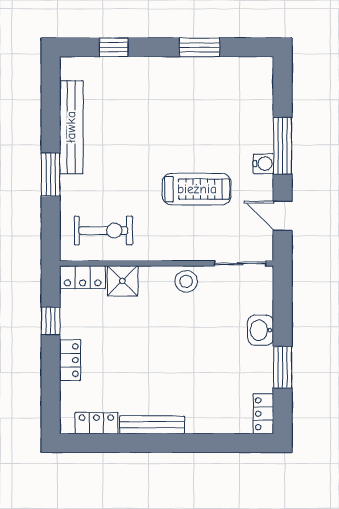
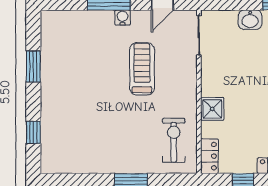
bench: (71, 127) -> (94, 165), removed
shower: (122, 281) -> (212, 109), moved
stool: (186, 281) -> (213, 77), removed

